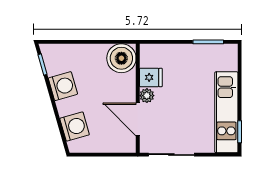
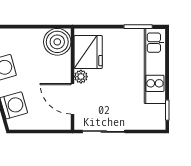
fridge: (151, 77) -> (88, 52), width x1.88, depth x1.34
kitchen unit: (226, 112) -> (155, 66), moved

